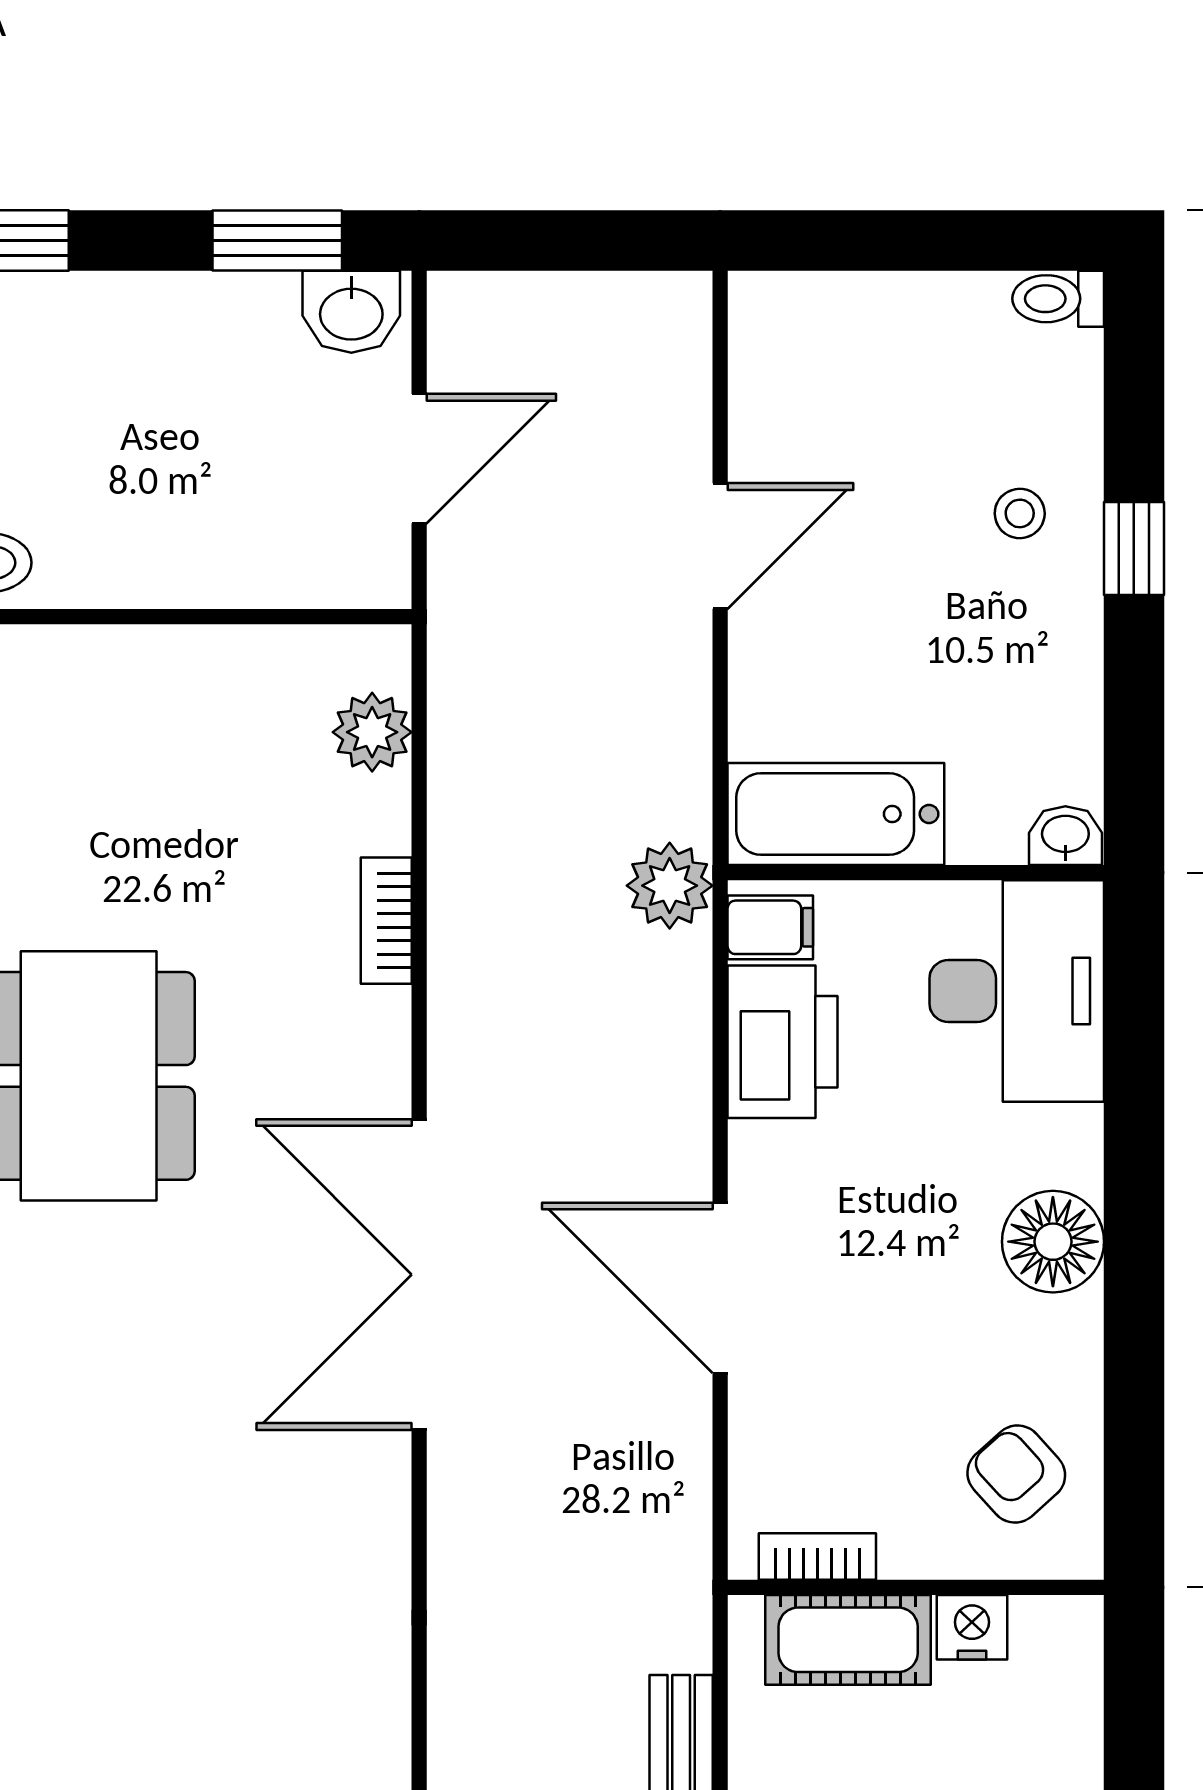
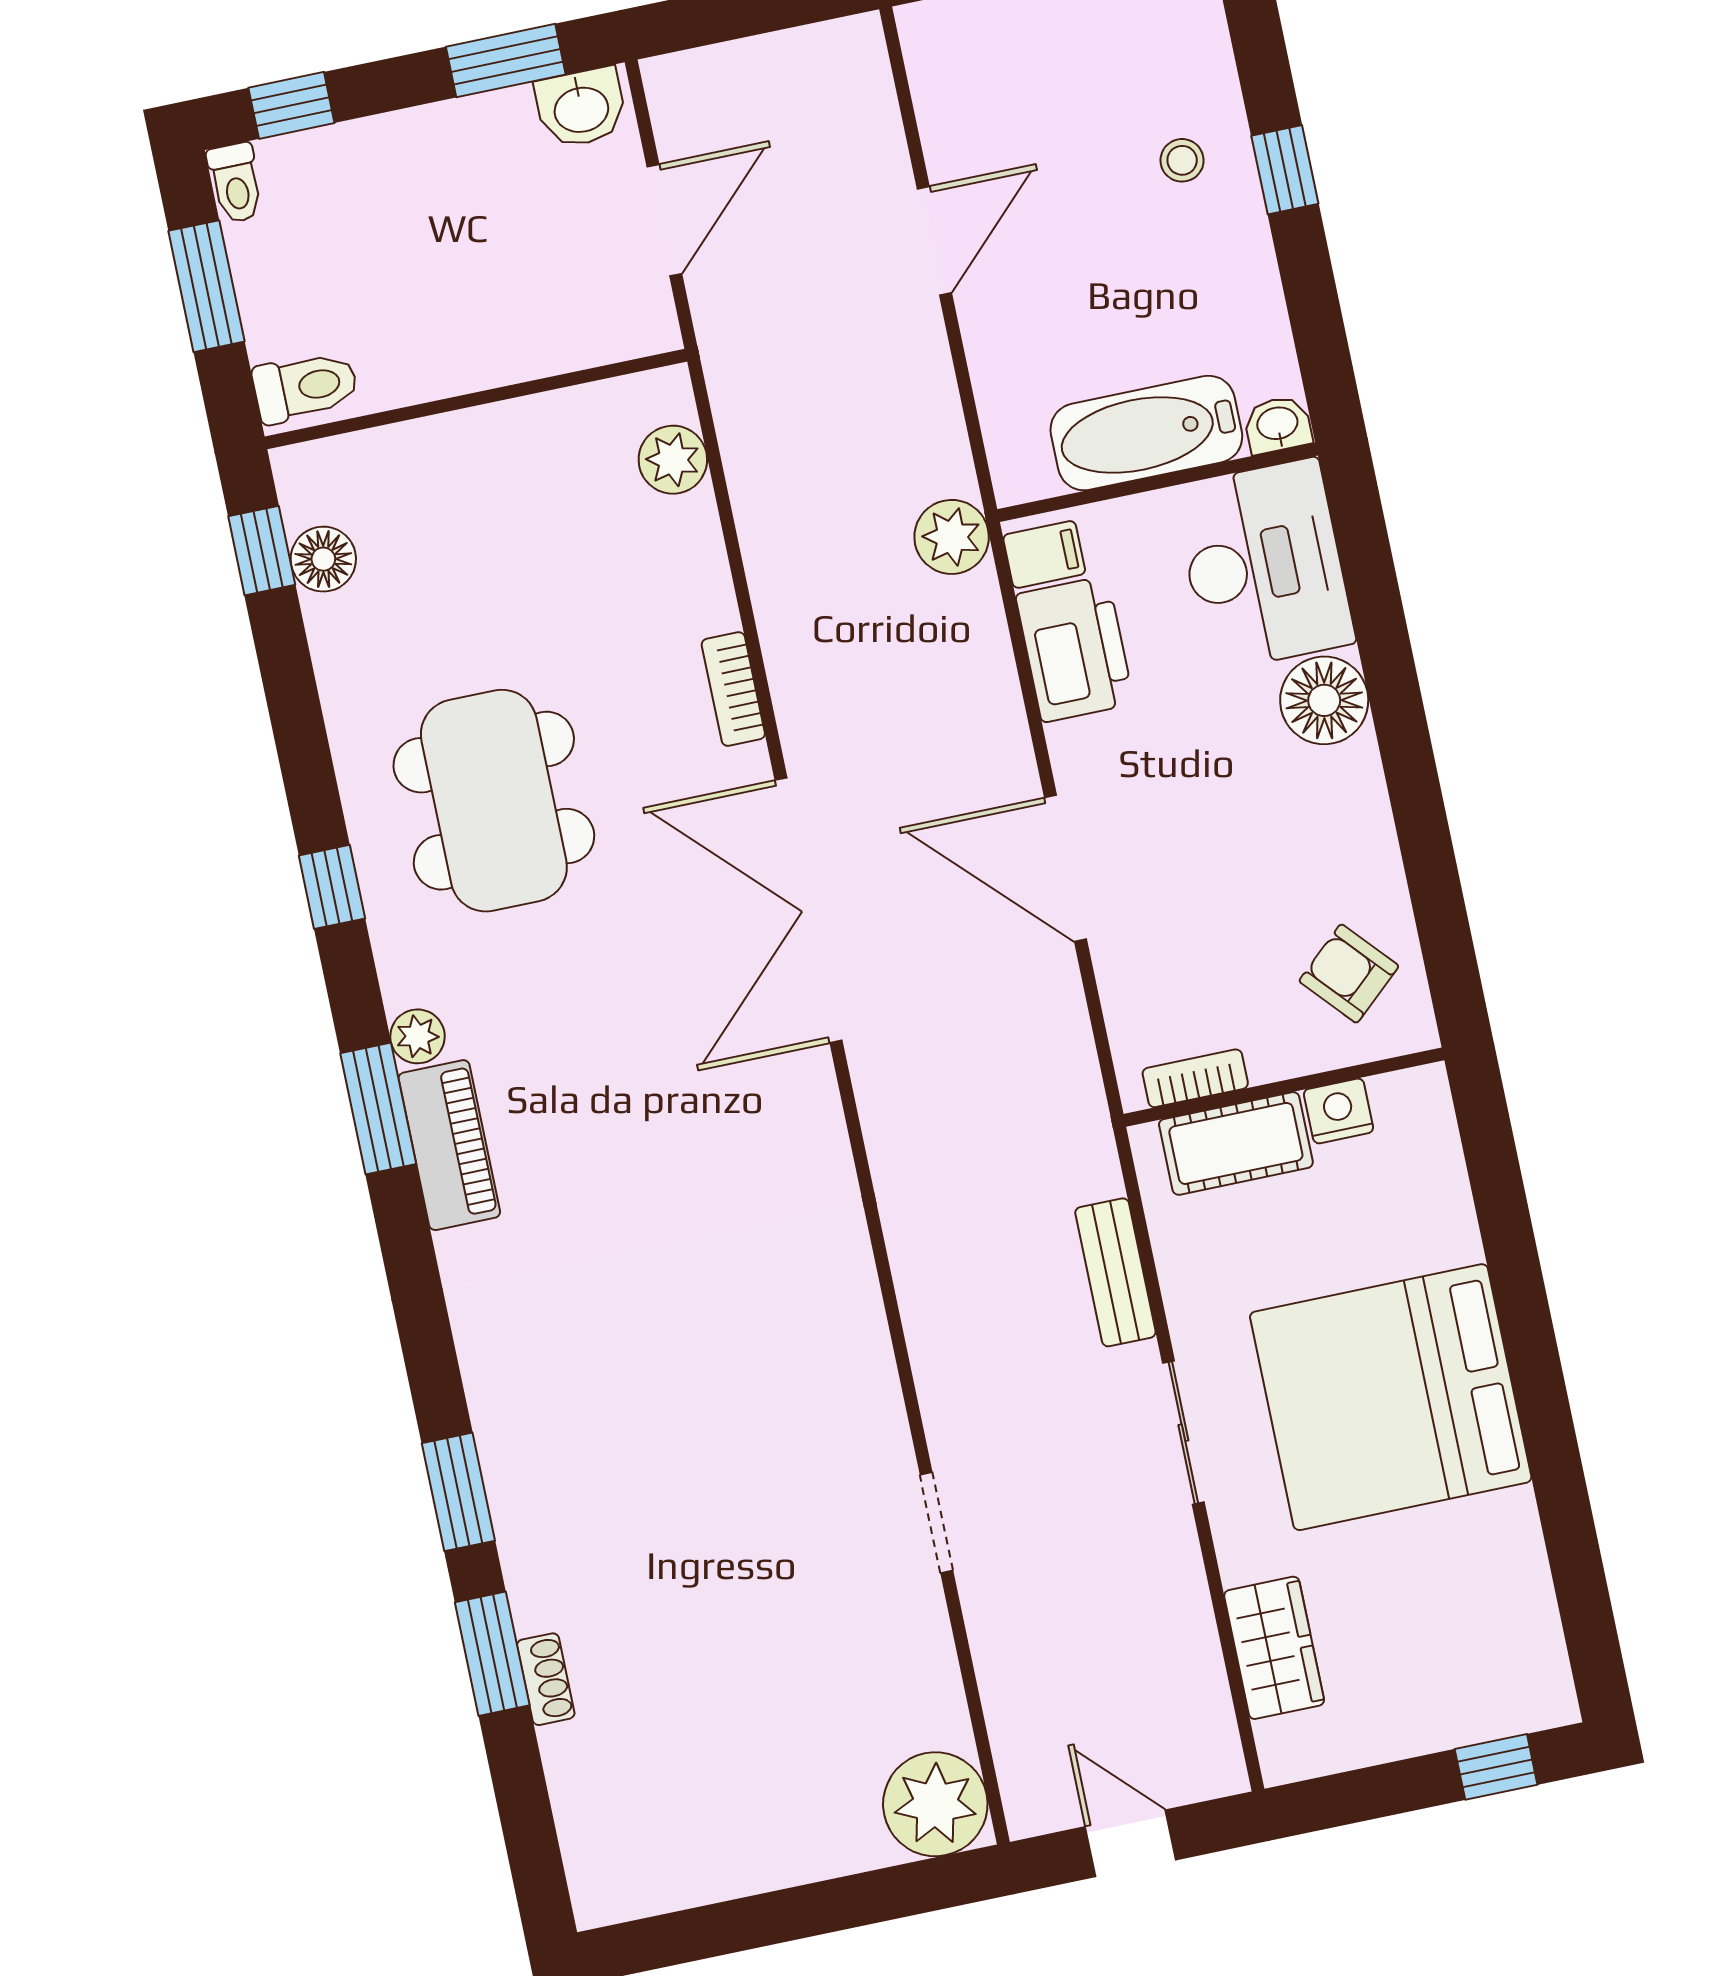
bathtub: (836, 814) -> (1146, 433), moved
bookcase: (386, 921) -> (733, 689), moved
floor lamp: (1053, 1242) -> (1324, 700), moved

